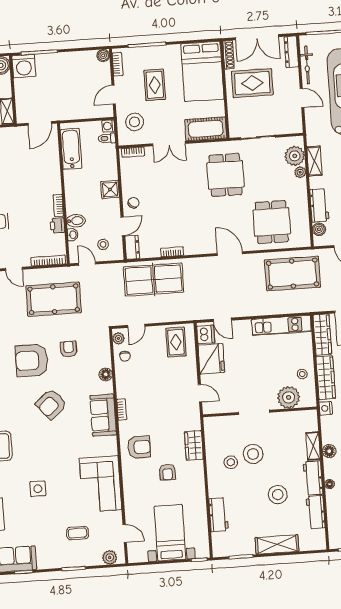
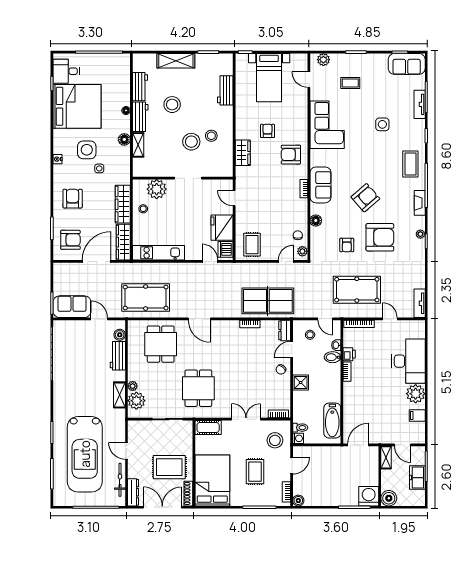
cot: (206, 129) -> (208, 427), width x0.73, depth x0.75
nightstand: (326, 408) -> (125, 177), removed

